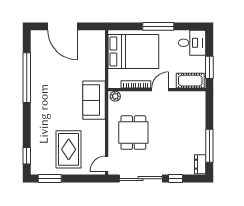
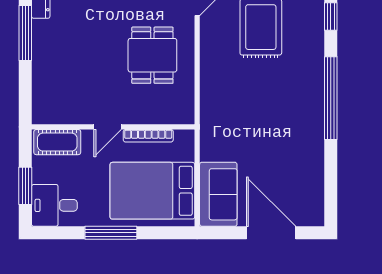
window: (209, 67) -> (25, 186), moved
window: (27, 78) -> (331, 98), moved
plant: (115, 96) -> (183, 116), removed
sofa: (94, 100) -> (218, 194), moved

